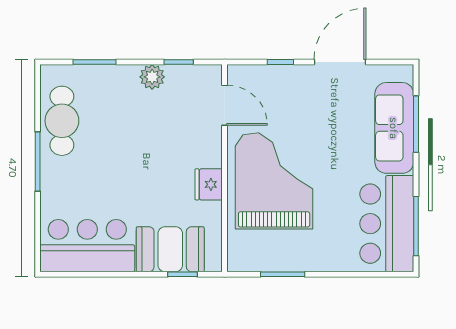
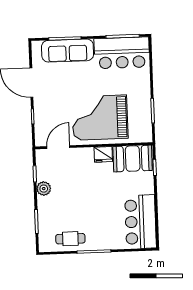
cafe table: (62, 121) -> (70, 239), width x0.73, depth x0.74
booth: (170, 249) -> (133, 158), moved, turned 90

